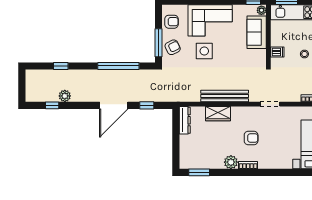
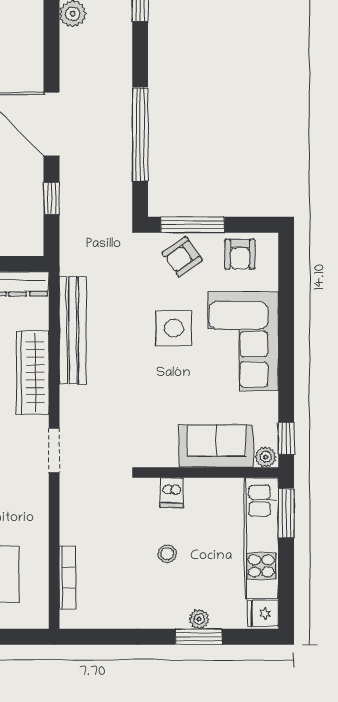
armchair: (173, 47) -> (182, 257), turned 81
bench: (225, 96) -> (73, 330), moved
doorway: (270, 104) -> (54, 450), moved
wardrobe: (218, 114) -> (33, 373), width x1.50

